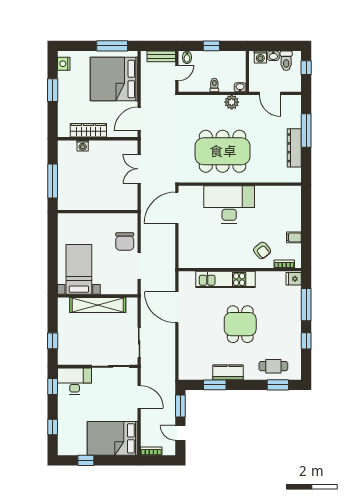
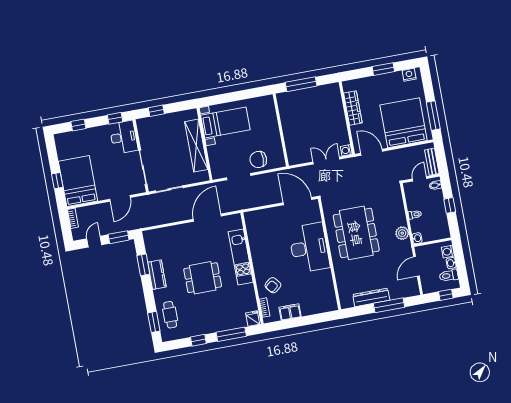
door: (177, 73) -> (420, 179), swing flipped
washing machine: (83, 146) -> (346, 150), moved
filing cabinet: (294, 237) -> (290, 312), width x2.00
window: (86, 460) -> (57, 181), moved

